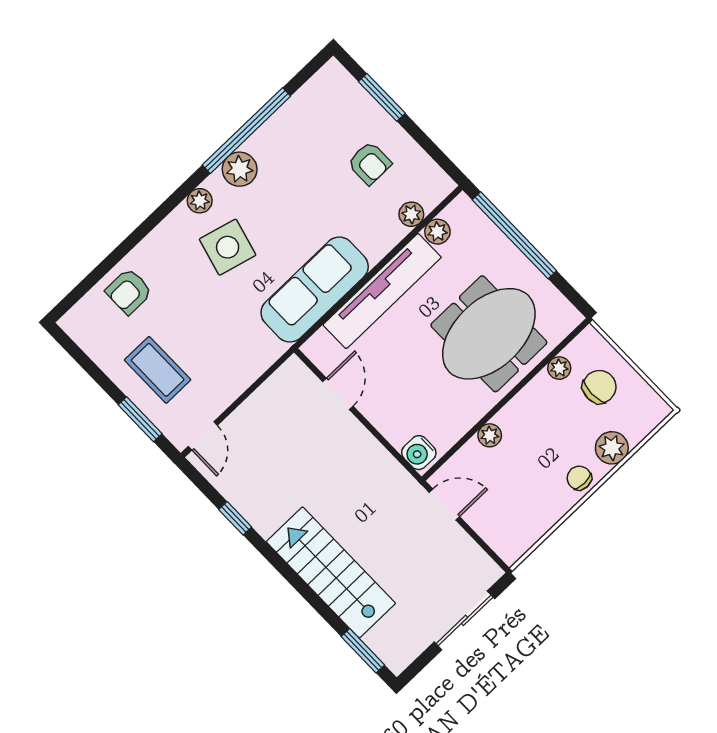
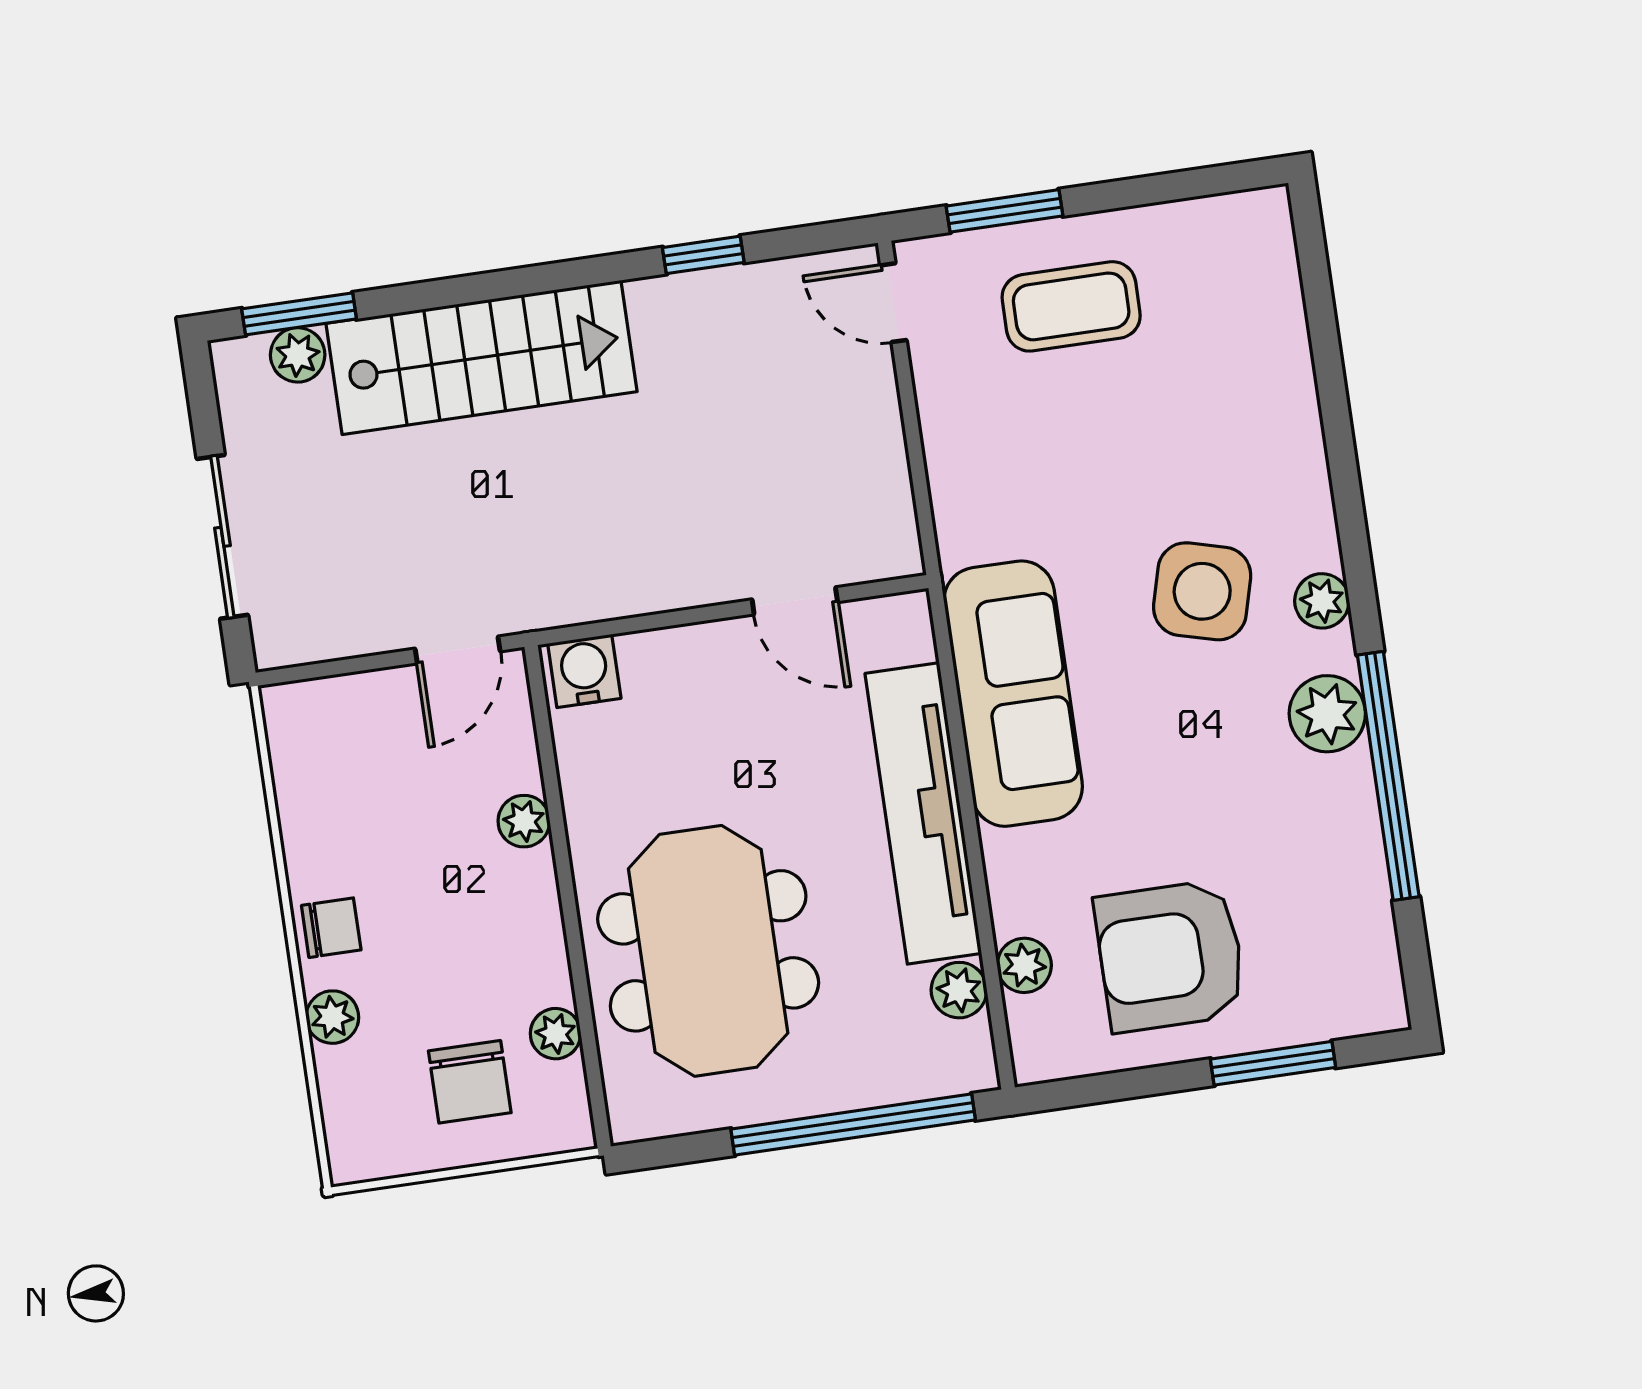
armchair: (369, 163) -> (1170, 956), width x1.88, depth x1.88
armchair: (129, 291) -> (1250, 356), removed
plant: (612, 448) -> (332, 1017), width x0.73, depth x0.73
plant: (378, 641) -> (298, 355), added

